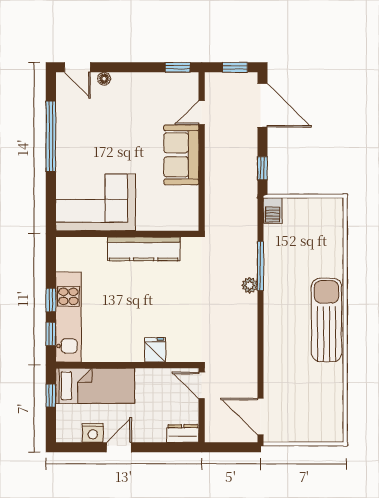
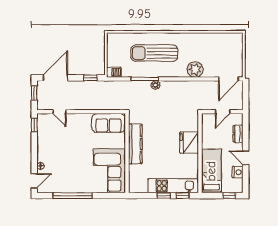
sofa: (181, 155) -> (109, 123), moved
sun lounger: (326, 320) -> (154, 53), moved
fridge: (155, 350) -> (189, 143), width x1.88, depth x1.34
plant: (278, 357) -> (195, 69), added
door: (202, 385) -> (223, 112), moved
window: (51, 396) -> (229, 196), moved
dresser: (183, 433) -> (238, 134), moved

